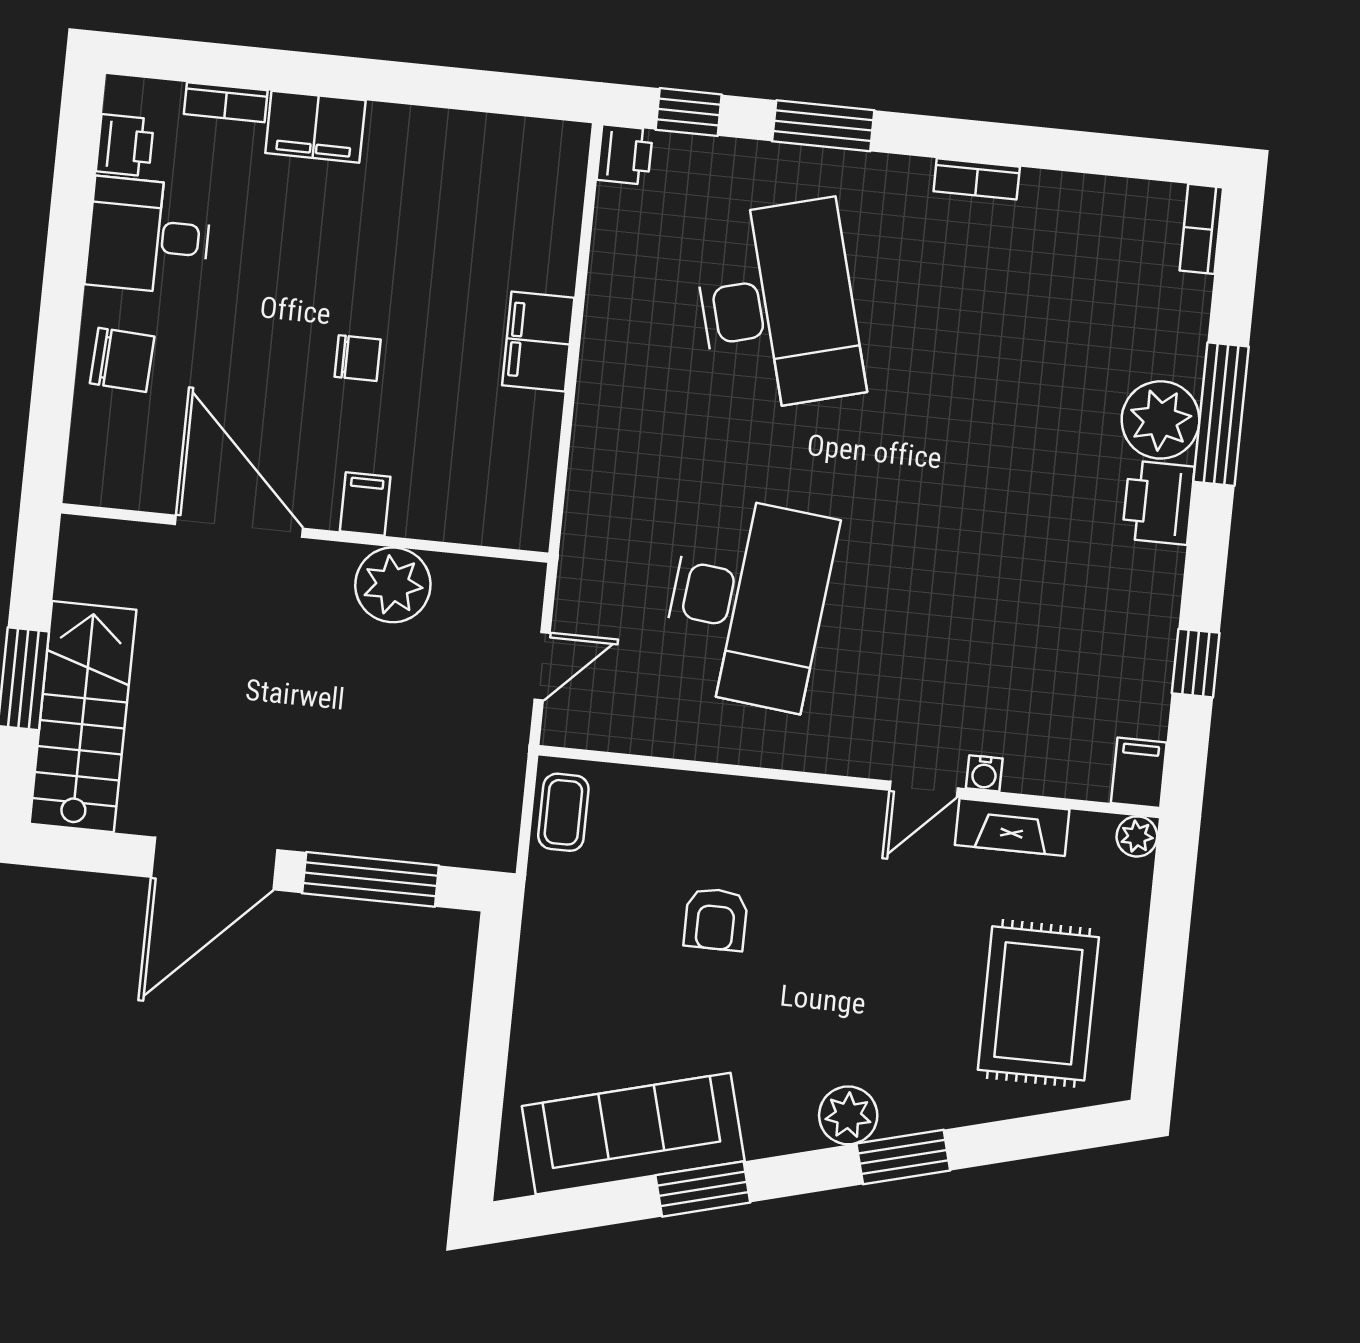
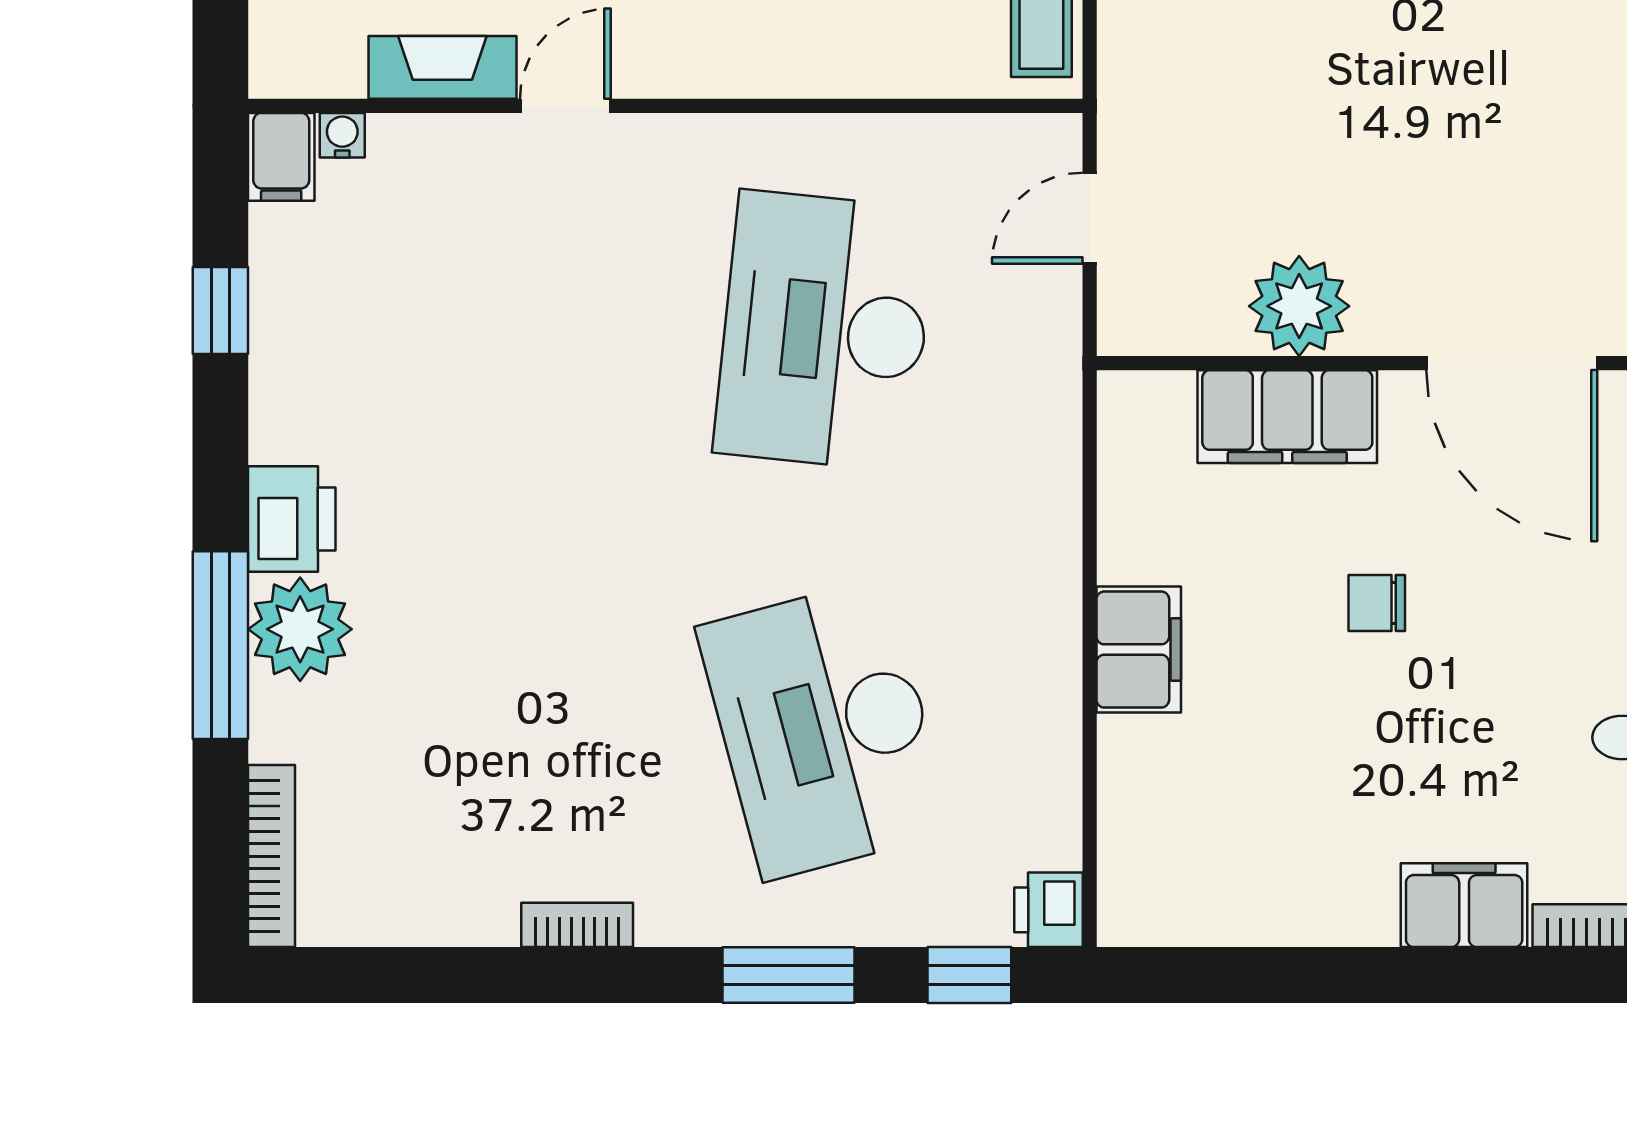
bookcase: (1201, 229) -> (271, 856), width x1.56
filing cabinet: (365, 504) -> (1287, 417), width x3.00, depth x1.17
water cooler: (984, 773) -> (342, 135), moved
plant: (1137, 836) -> (275, 72), removed

